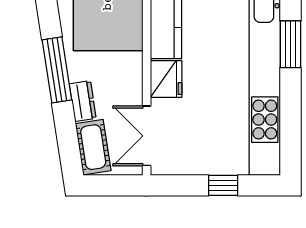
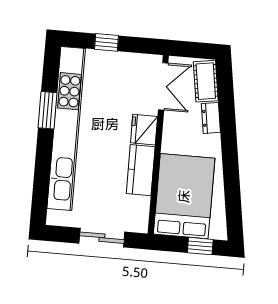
window: (290, 44) -> (47, 110), moved
window: (57, 70) -> (229, 144), removed

